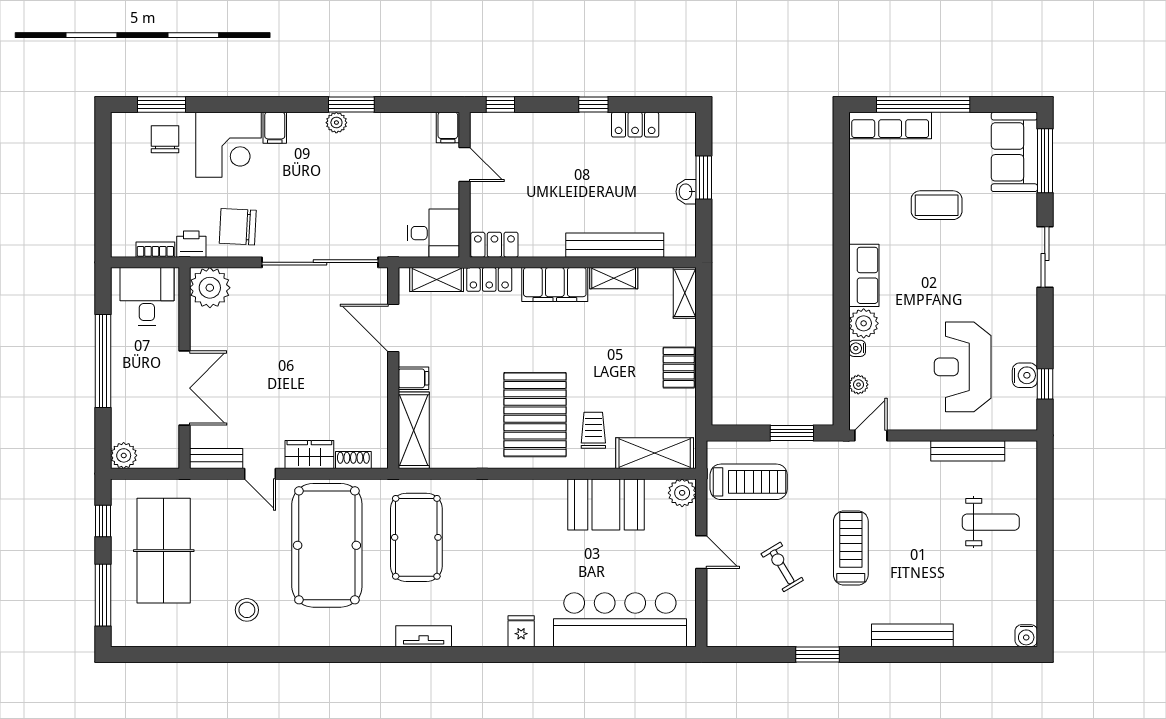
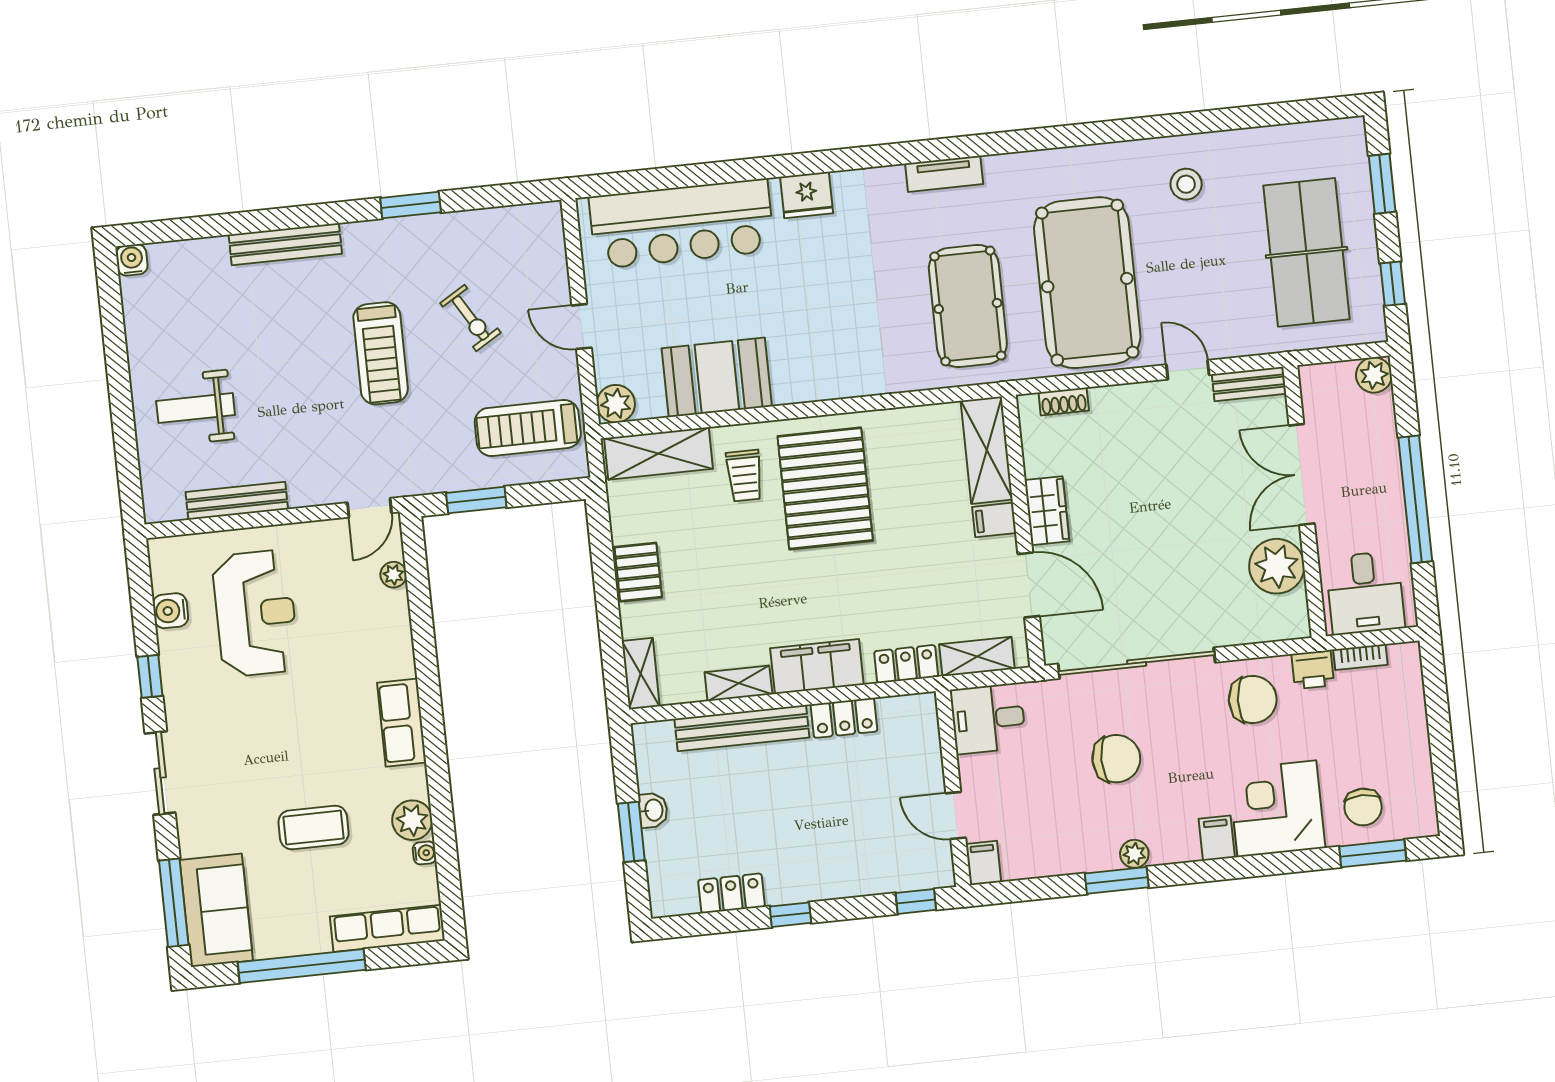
window: (923, 104) -> (302, 966), moved
chair: (342, 194) -> (1116, 759), added
locker: (494, 245) -> (844, 718), moved
plant: (210, 288) -> (1277, 566), moved
plant: (864, 323) -> (412, 820), moved
water cooler: (857, 348) -> (424, 853), moved
window: (1045, 384) -> (150, 676), moved
wardrobe: (309, 455) -> (1047, 511), moved, turned -90
window: (103, 595) -> (1382, 184), width x0.69
fridge: (521, 631) -> (807, 195), width x1.38

